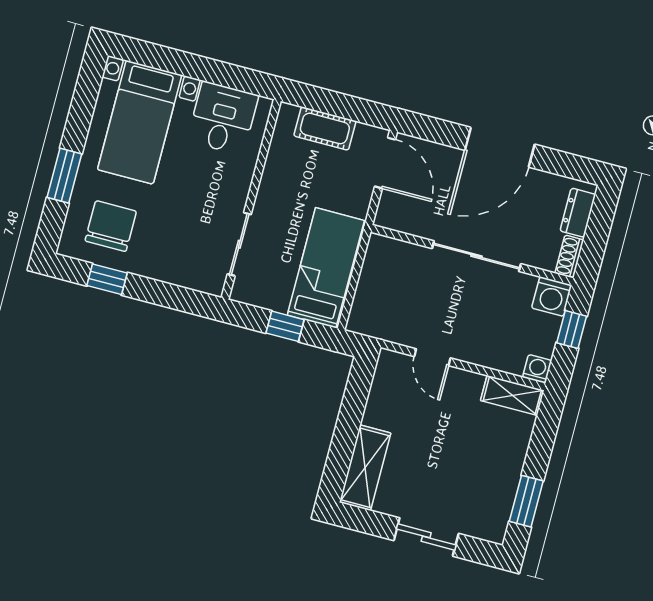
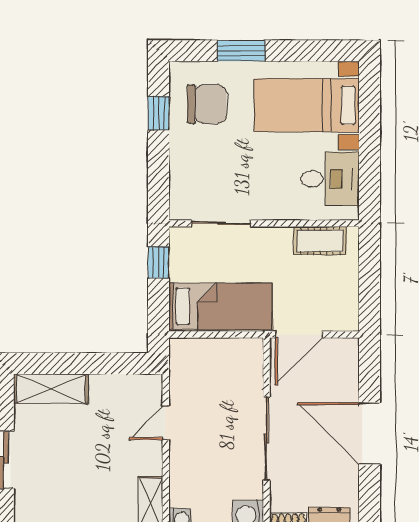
cot: (325, 128) -> (320, 241), moved, turned 90
door: (385, 163) -> (299, 335), moved
window: (285, 326) -> (159, 262), moved

